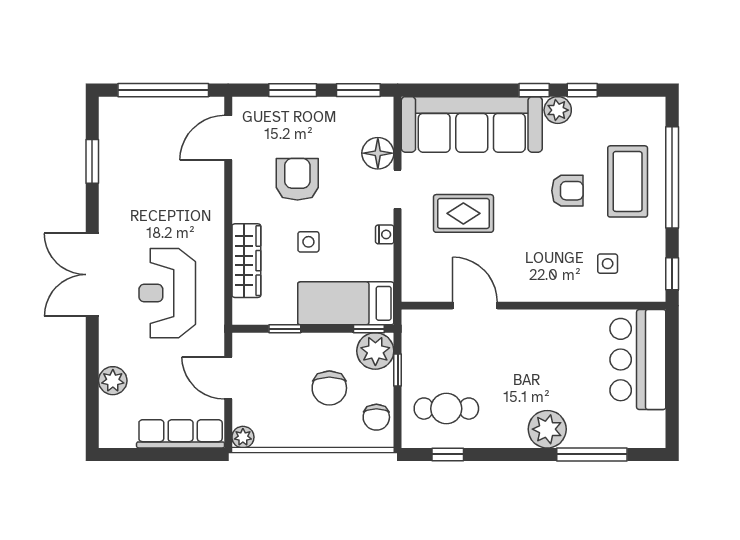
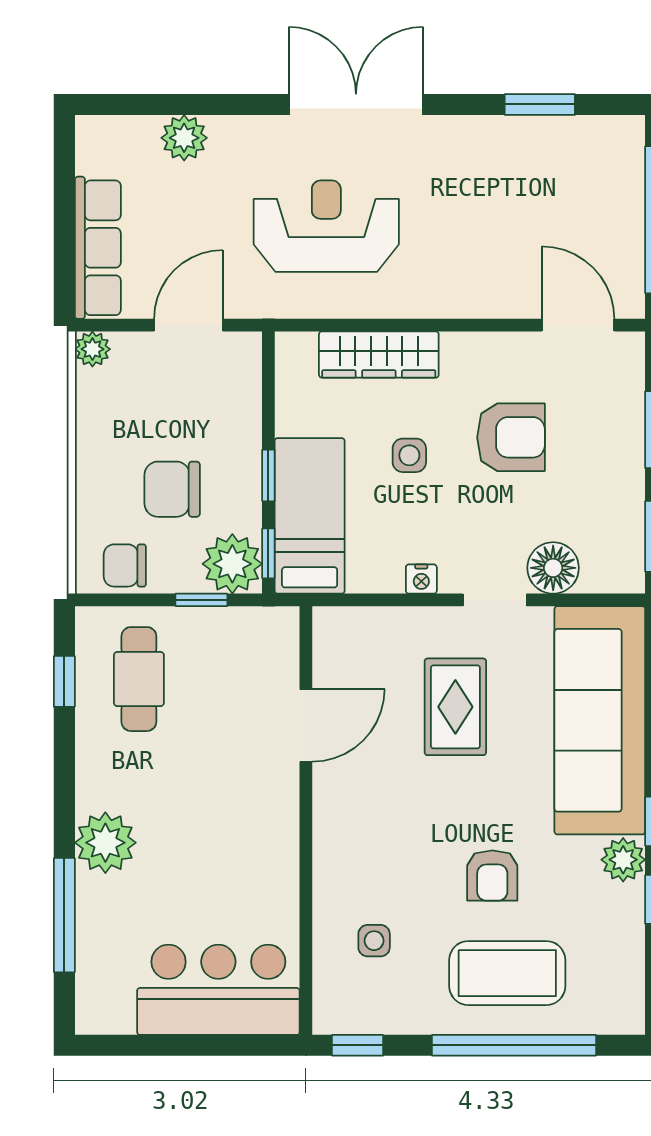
window: (285, 329) -> (268, 475), moved

